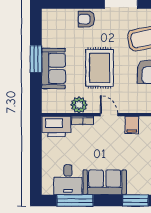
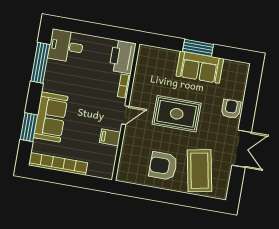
sofa: (53, 68) -> (200, 67), moved
plant: (79, 105) -> (141, 85), removed
desk: (68, 180) -> (66, 46), moved
sofa: (105, 182) -> (51, 117), moved

